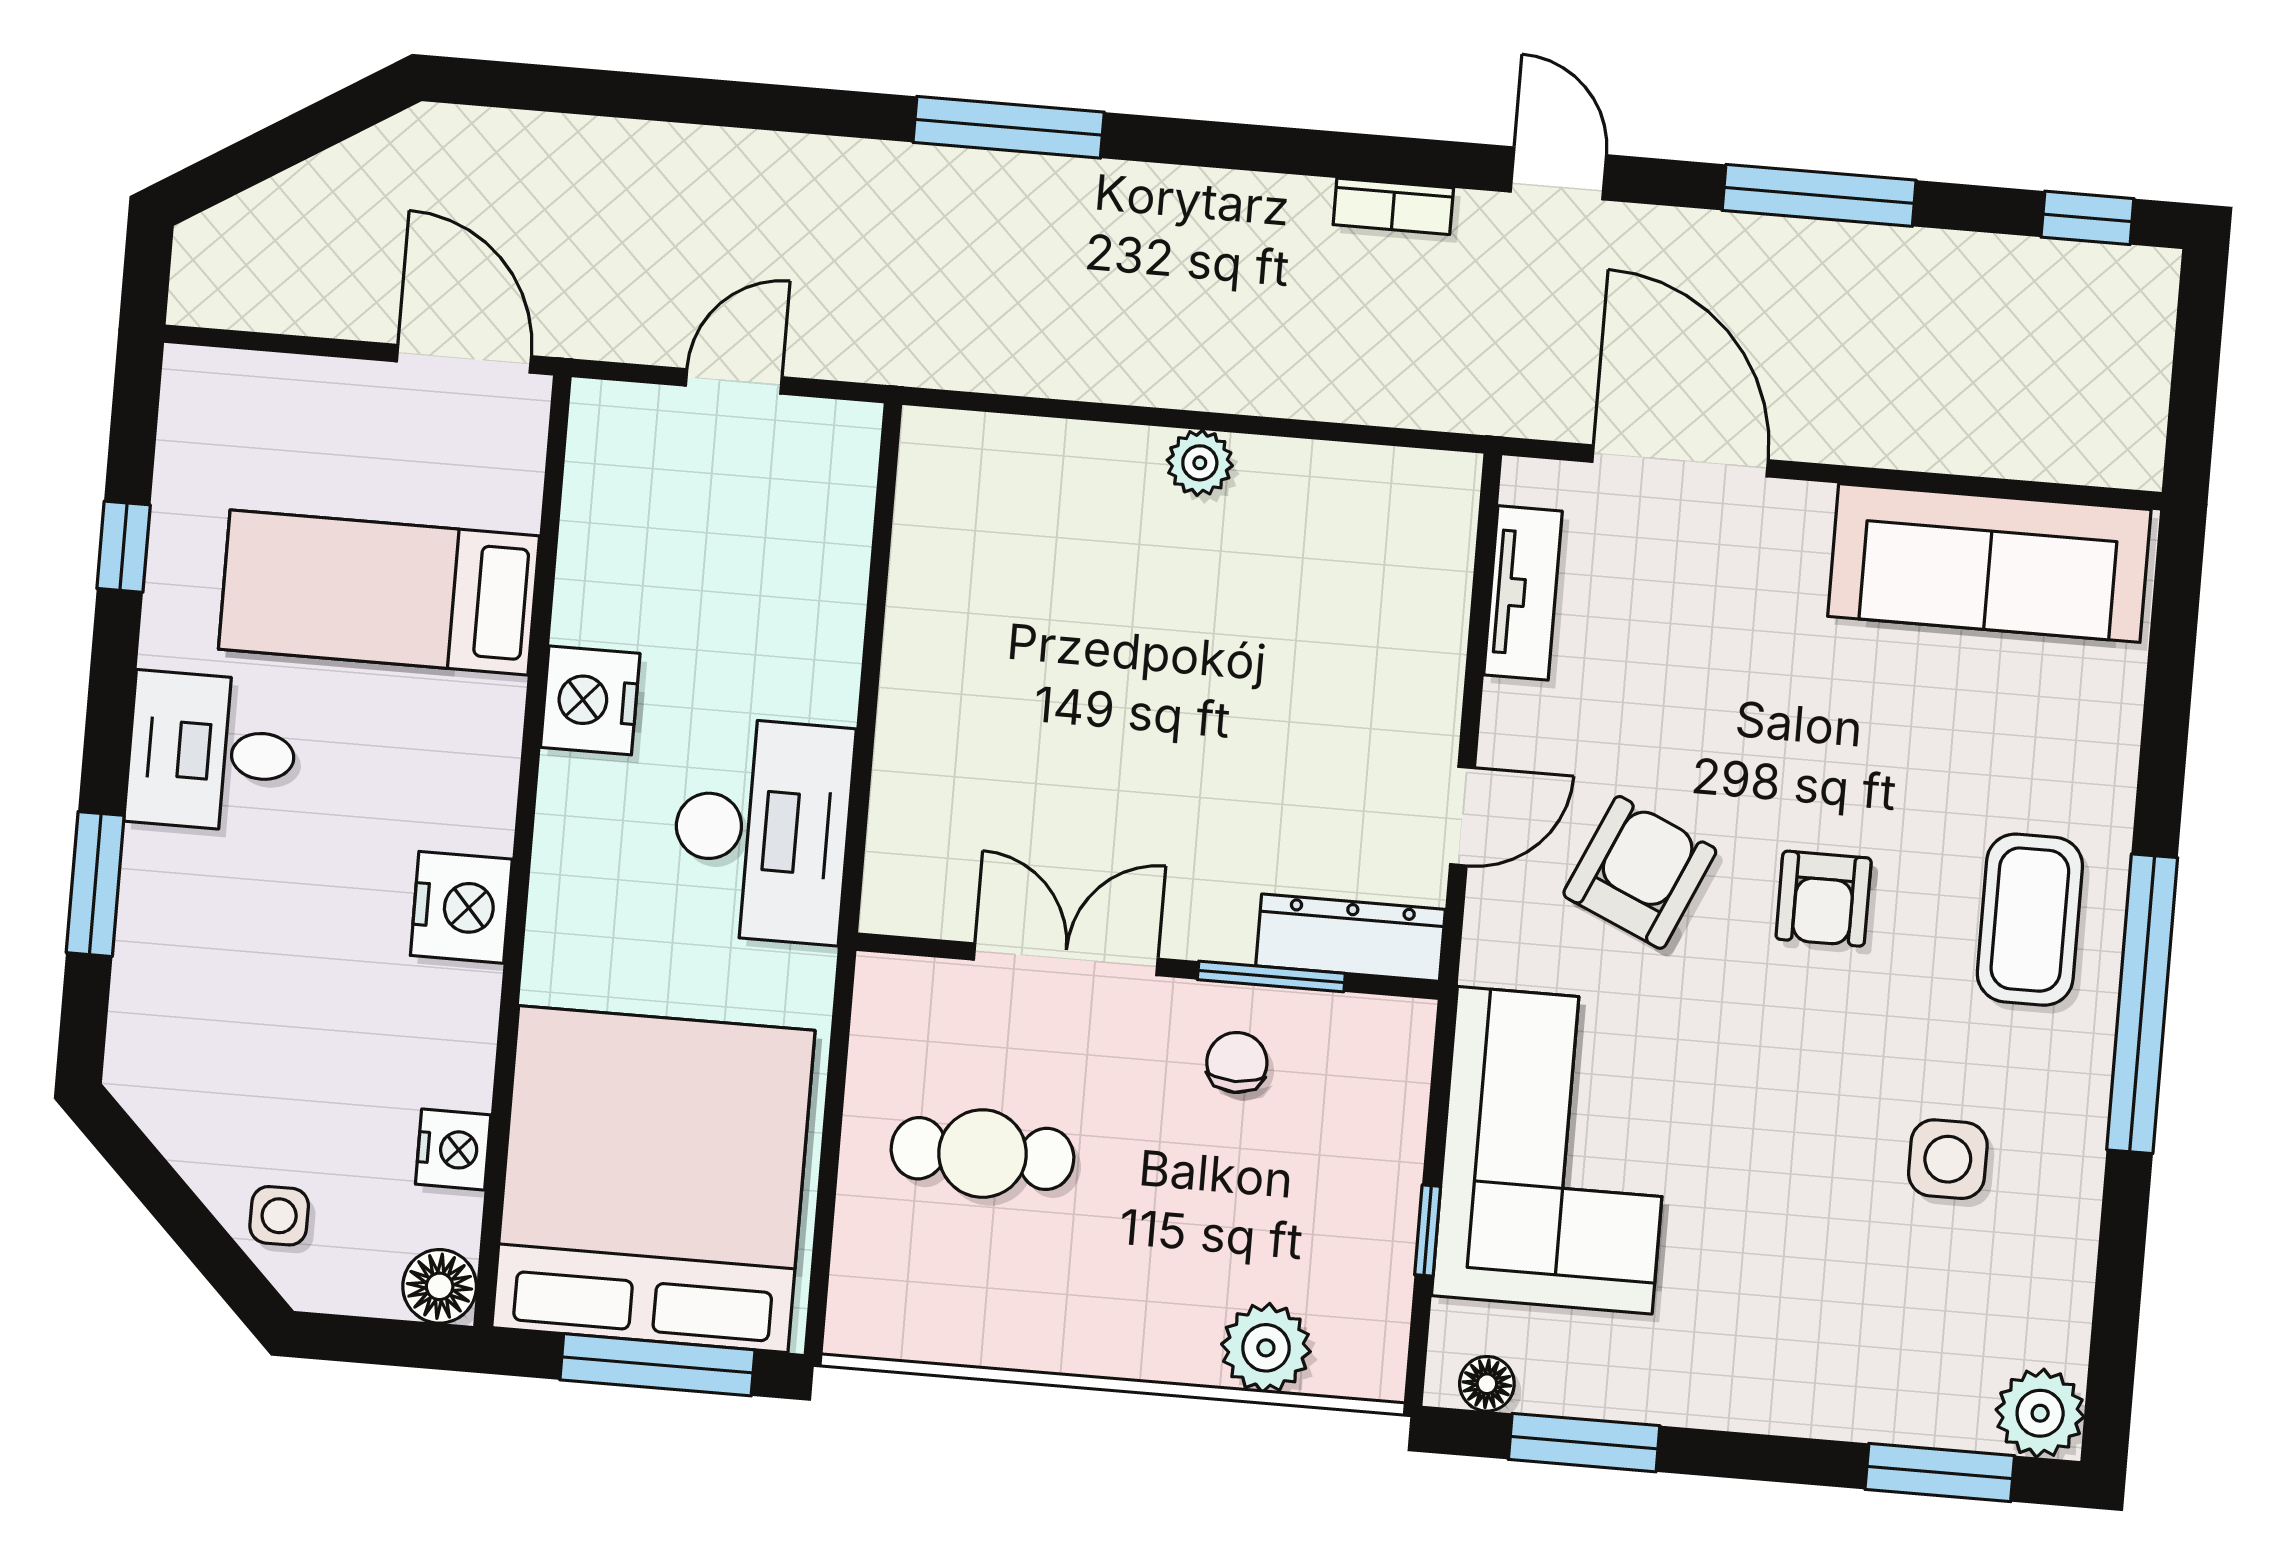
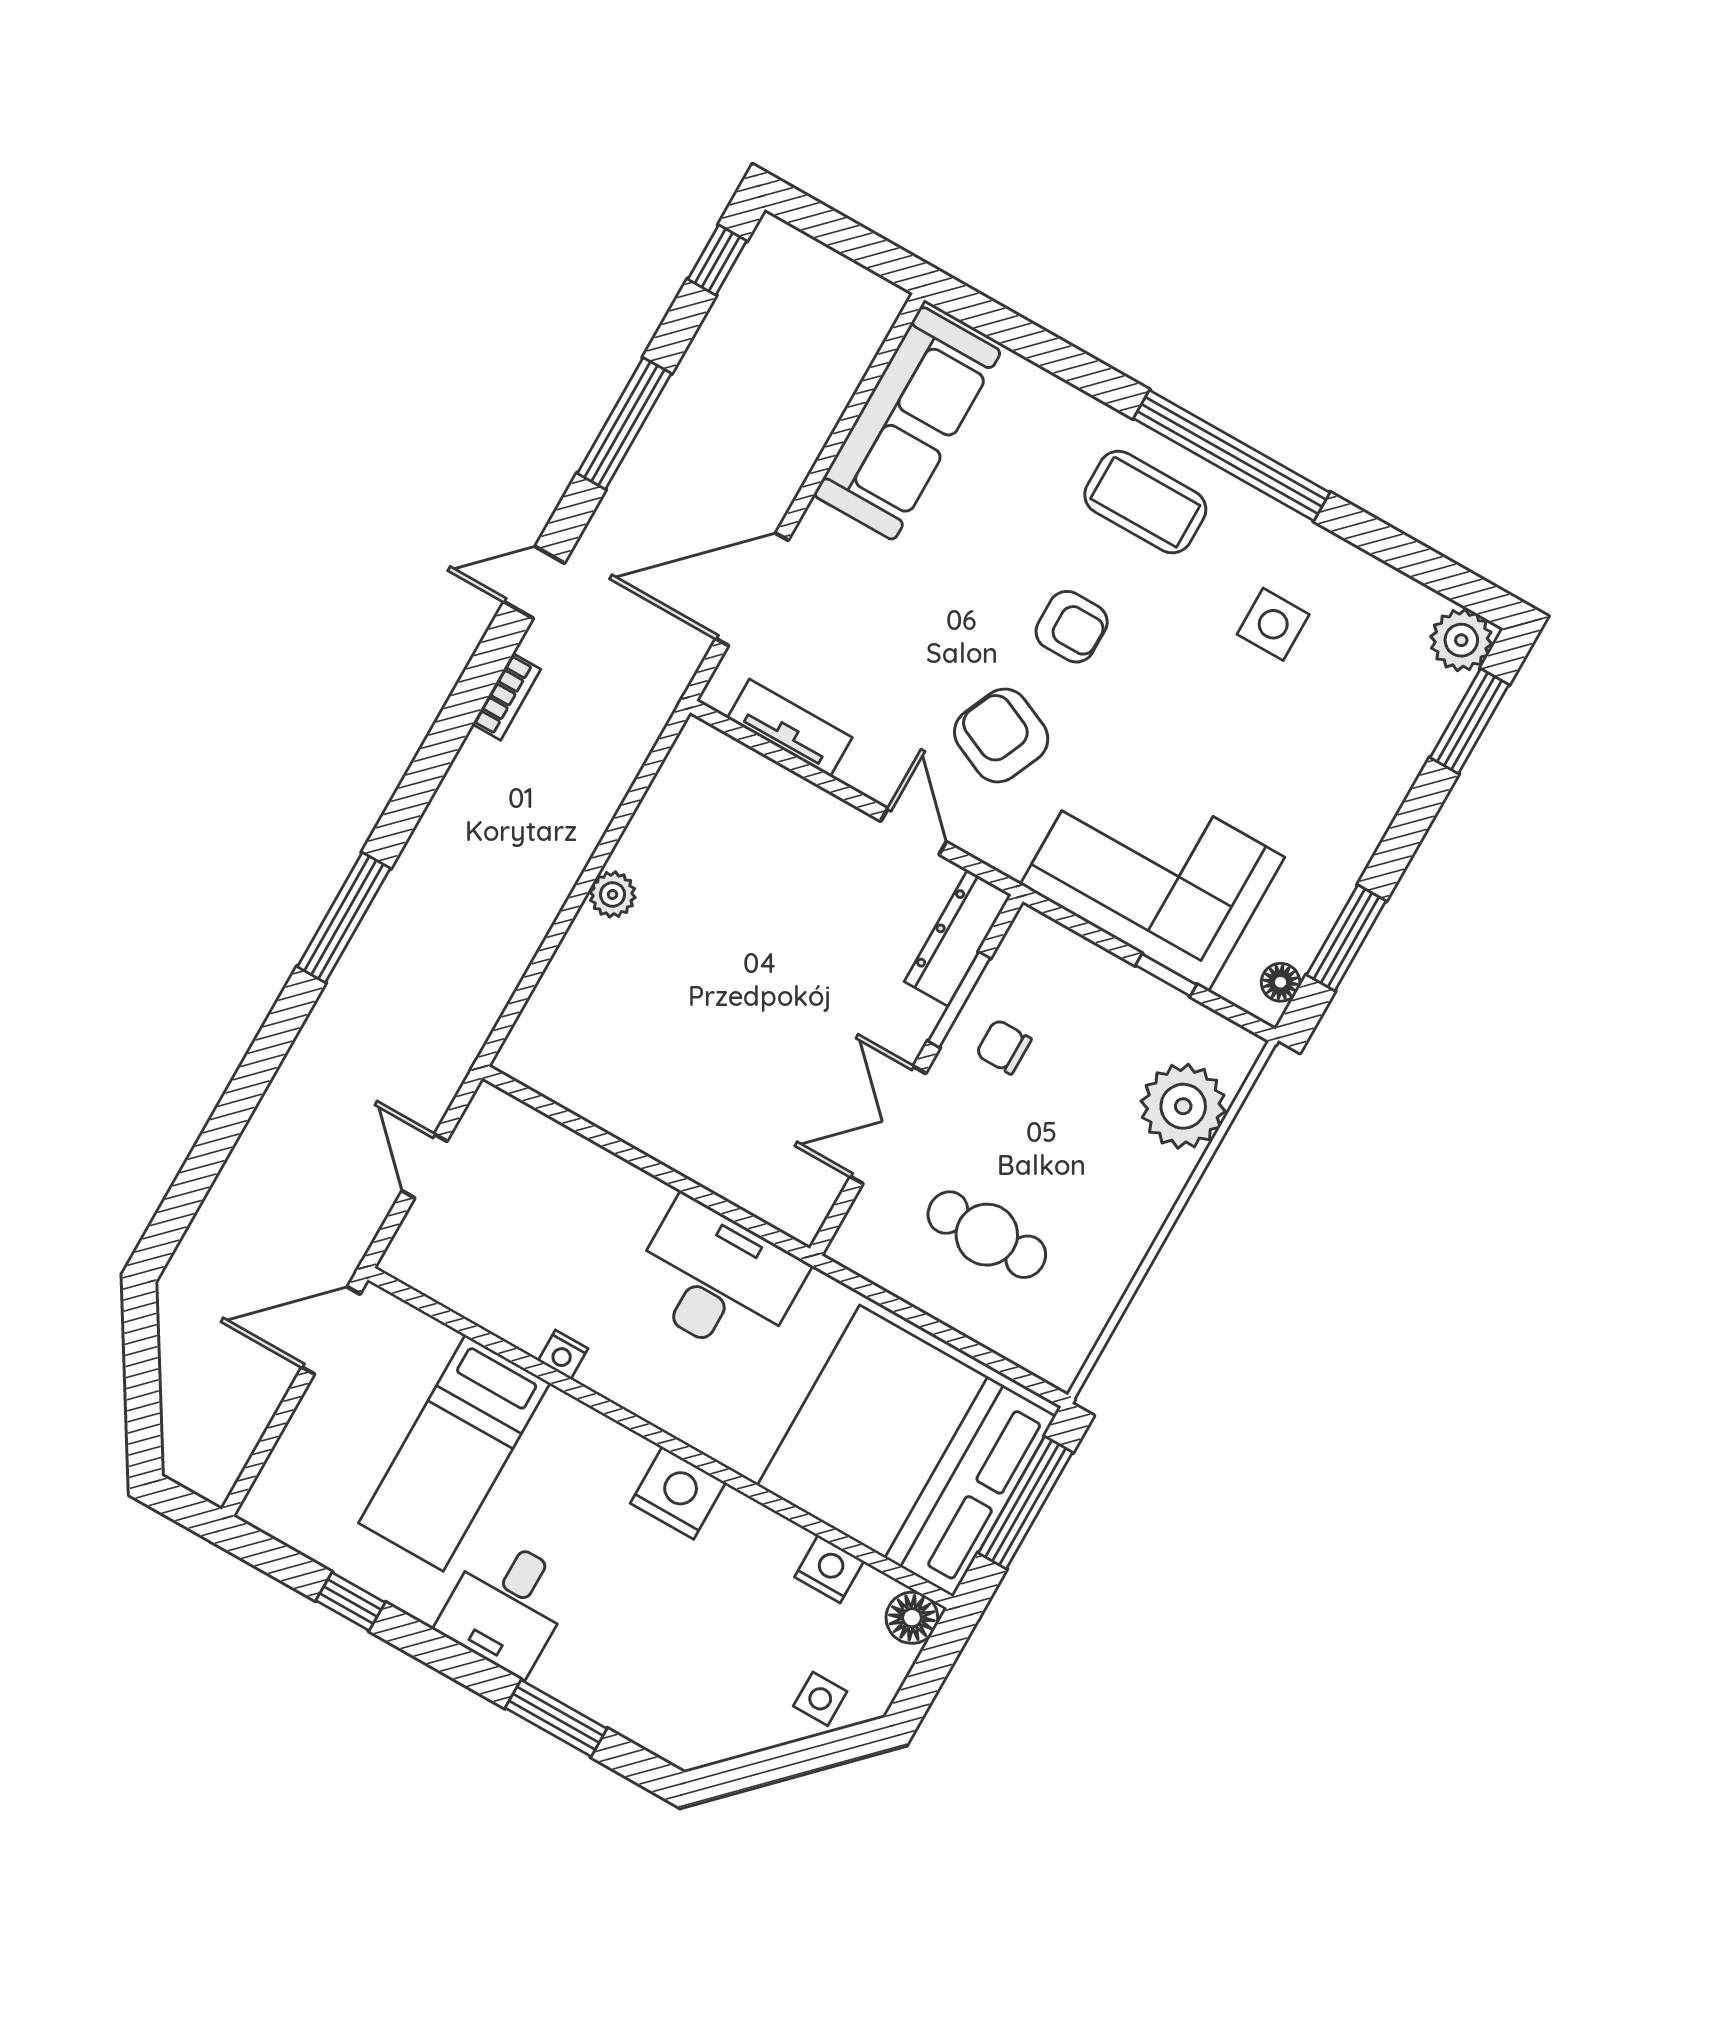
nightstand: (590, 700) -> (563, 1355), width x0.53, depth x0.56
cafe table: (983, 1154) -> (987, 1235), turned 90
plant: (1266, 1348) -> (1183, 1106), width x1.36, depth x1.36

